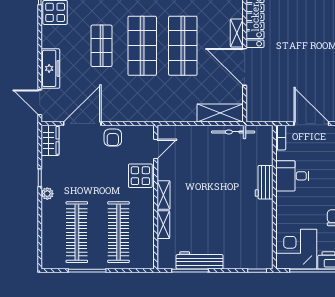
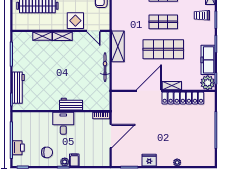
shop shelf: (142, 46) -> (163, 22), width x0.70, depth x0.74
shelving: (220, 113) -> (118, 46), moved
bicycle: (233, 132) -> (105, 67), moved
desk: (292, 176) -> (63, 123), moved
corner desk: (297, 249) -> (26, 126), removed
workbench: (200, 260) -> (18, 88), moved

